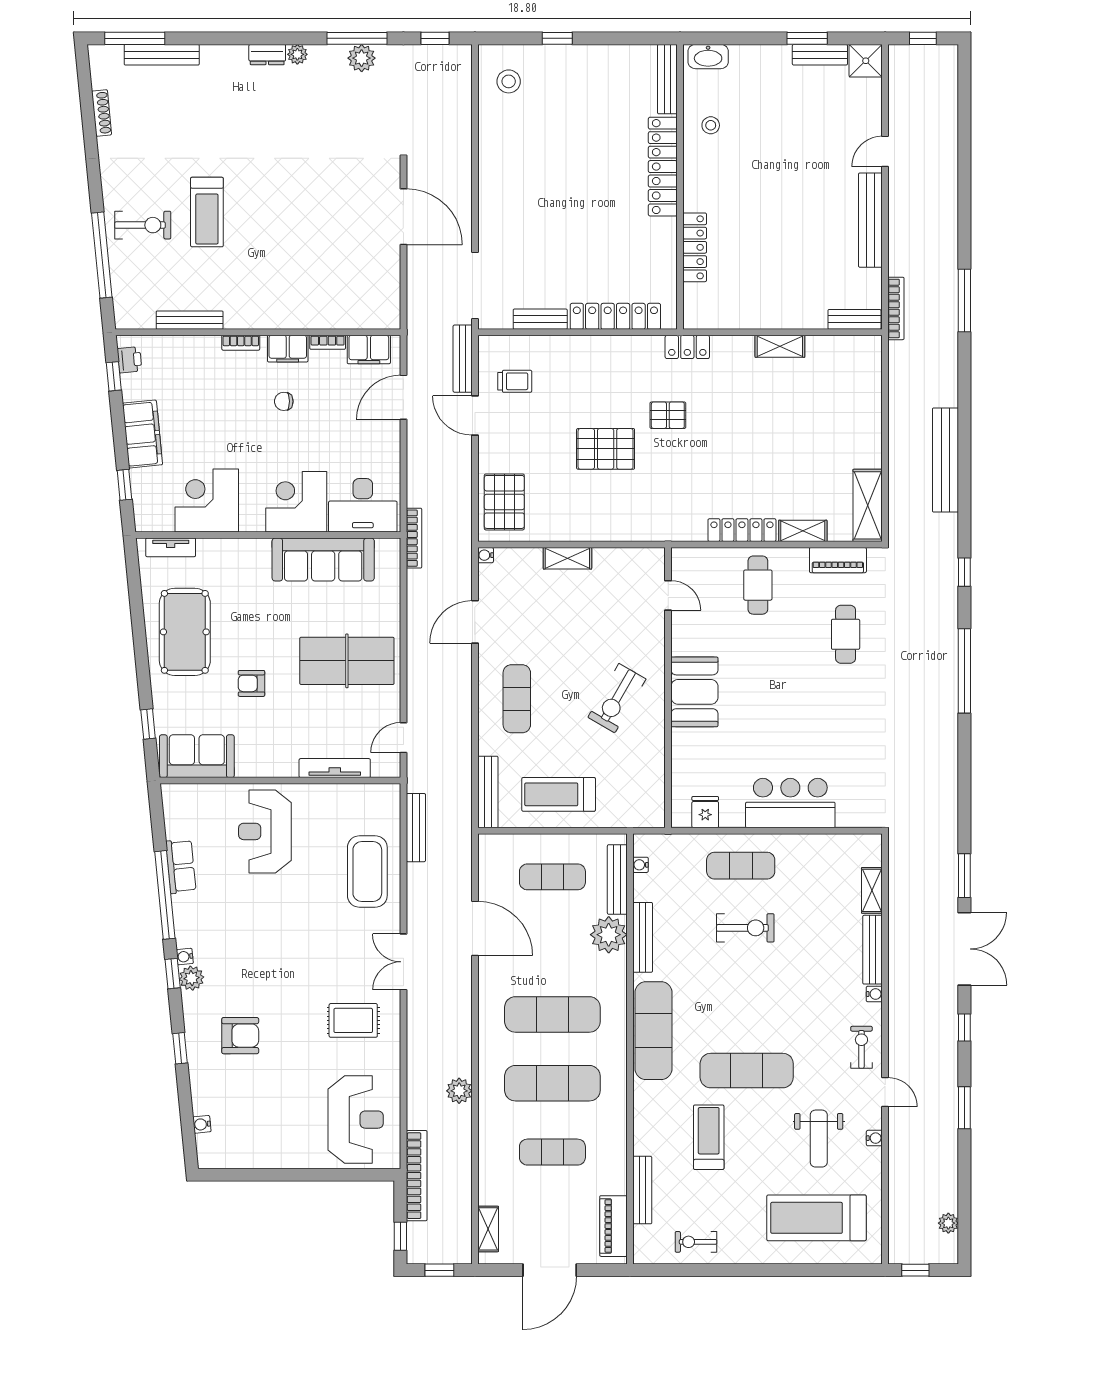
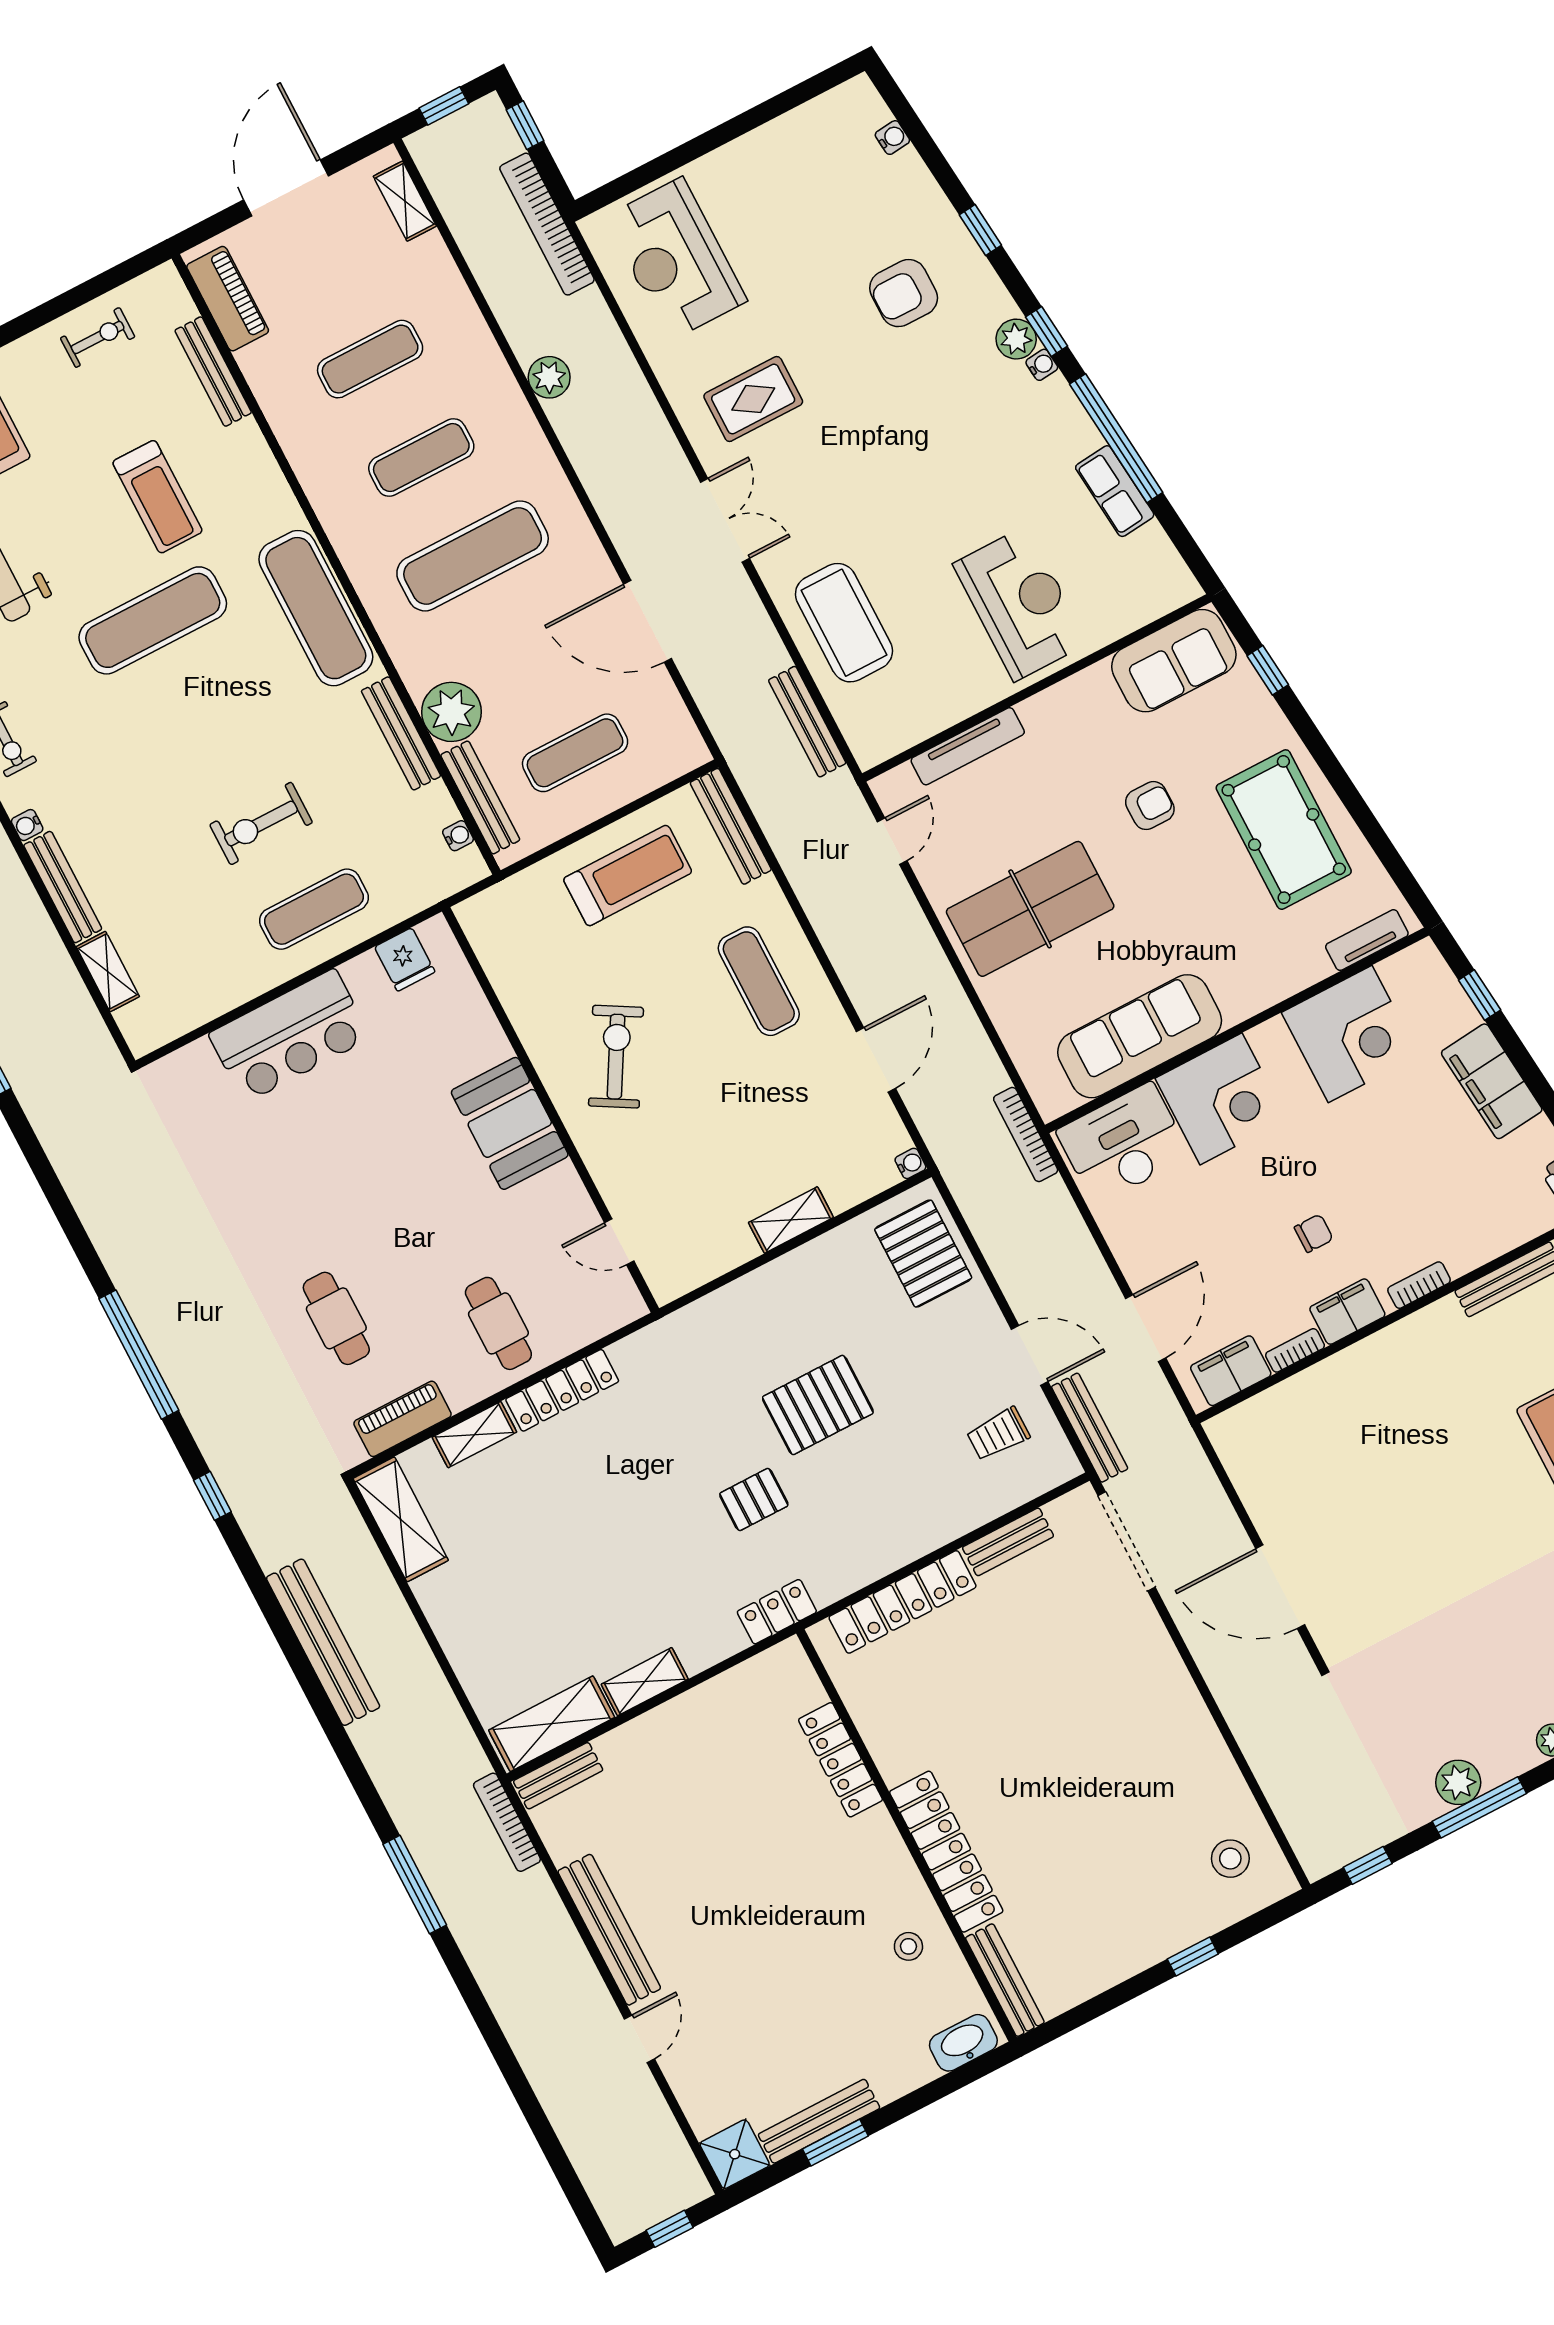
bench: (820, 55) -> (819, 2121), width x1.36
shelving: (843, 350) -> (552, 1724), added
exercise mat: (552, 1083) -> (421, 458), width x0.73, depth x0.69

